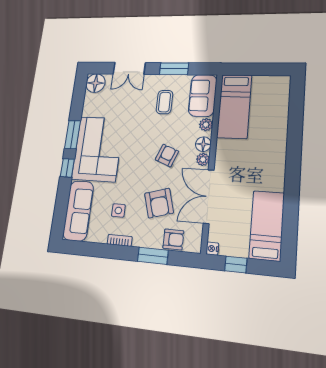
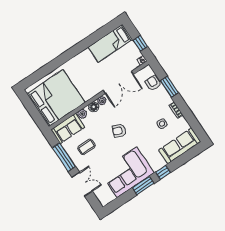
window: (174, 69) -> (64, 157), width x1.44
floor lamp: (95, 83) -> (105, 198), removed
bed: (234, 106) -> (56, 98), width x2.04
corner sofa: (98, 149) -> (127, 172), moved
armchair: (167, 156) -> (119, 131), moved
armchair: (159, 203) -> (141, 105), removed

